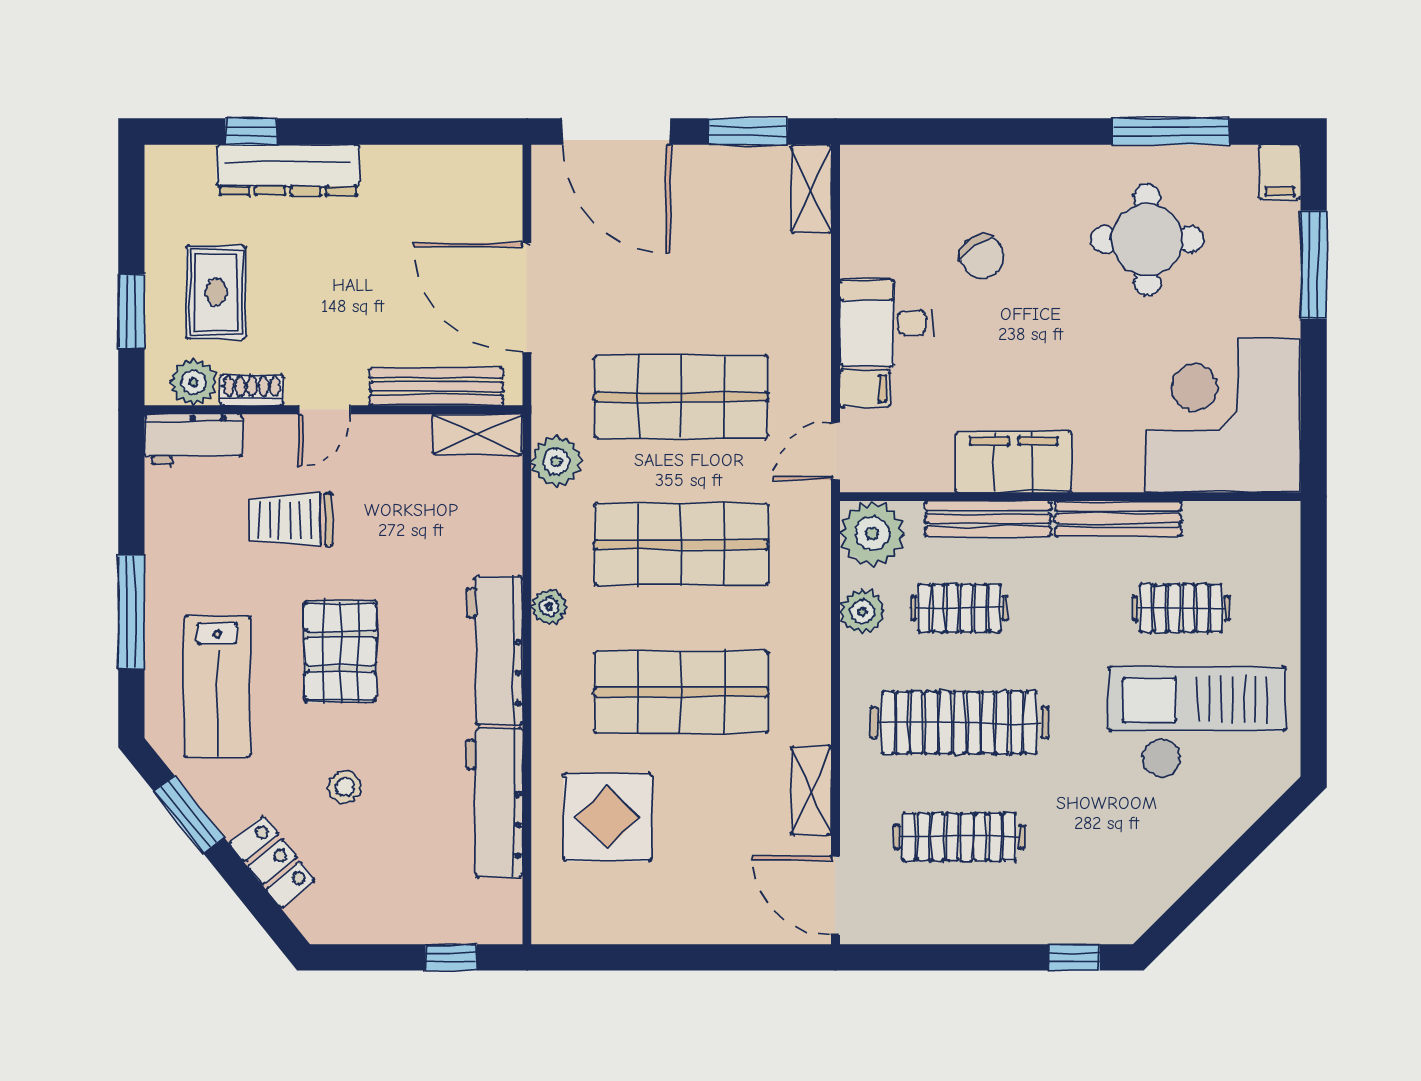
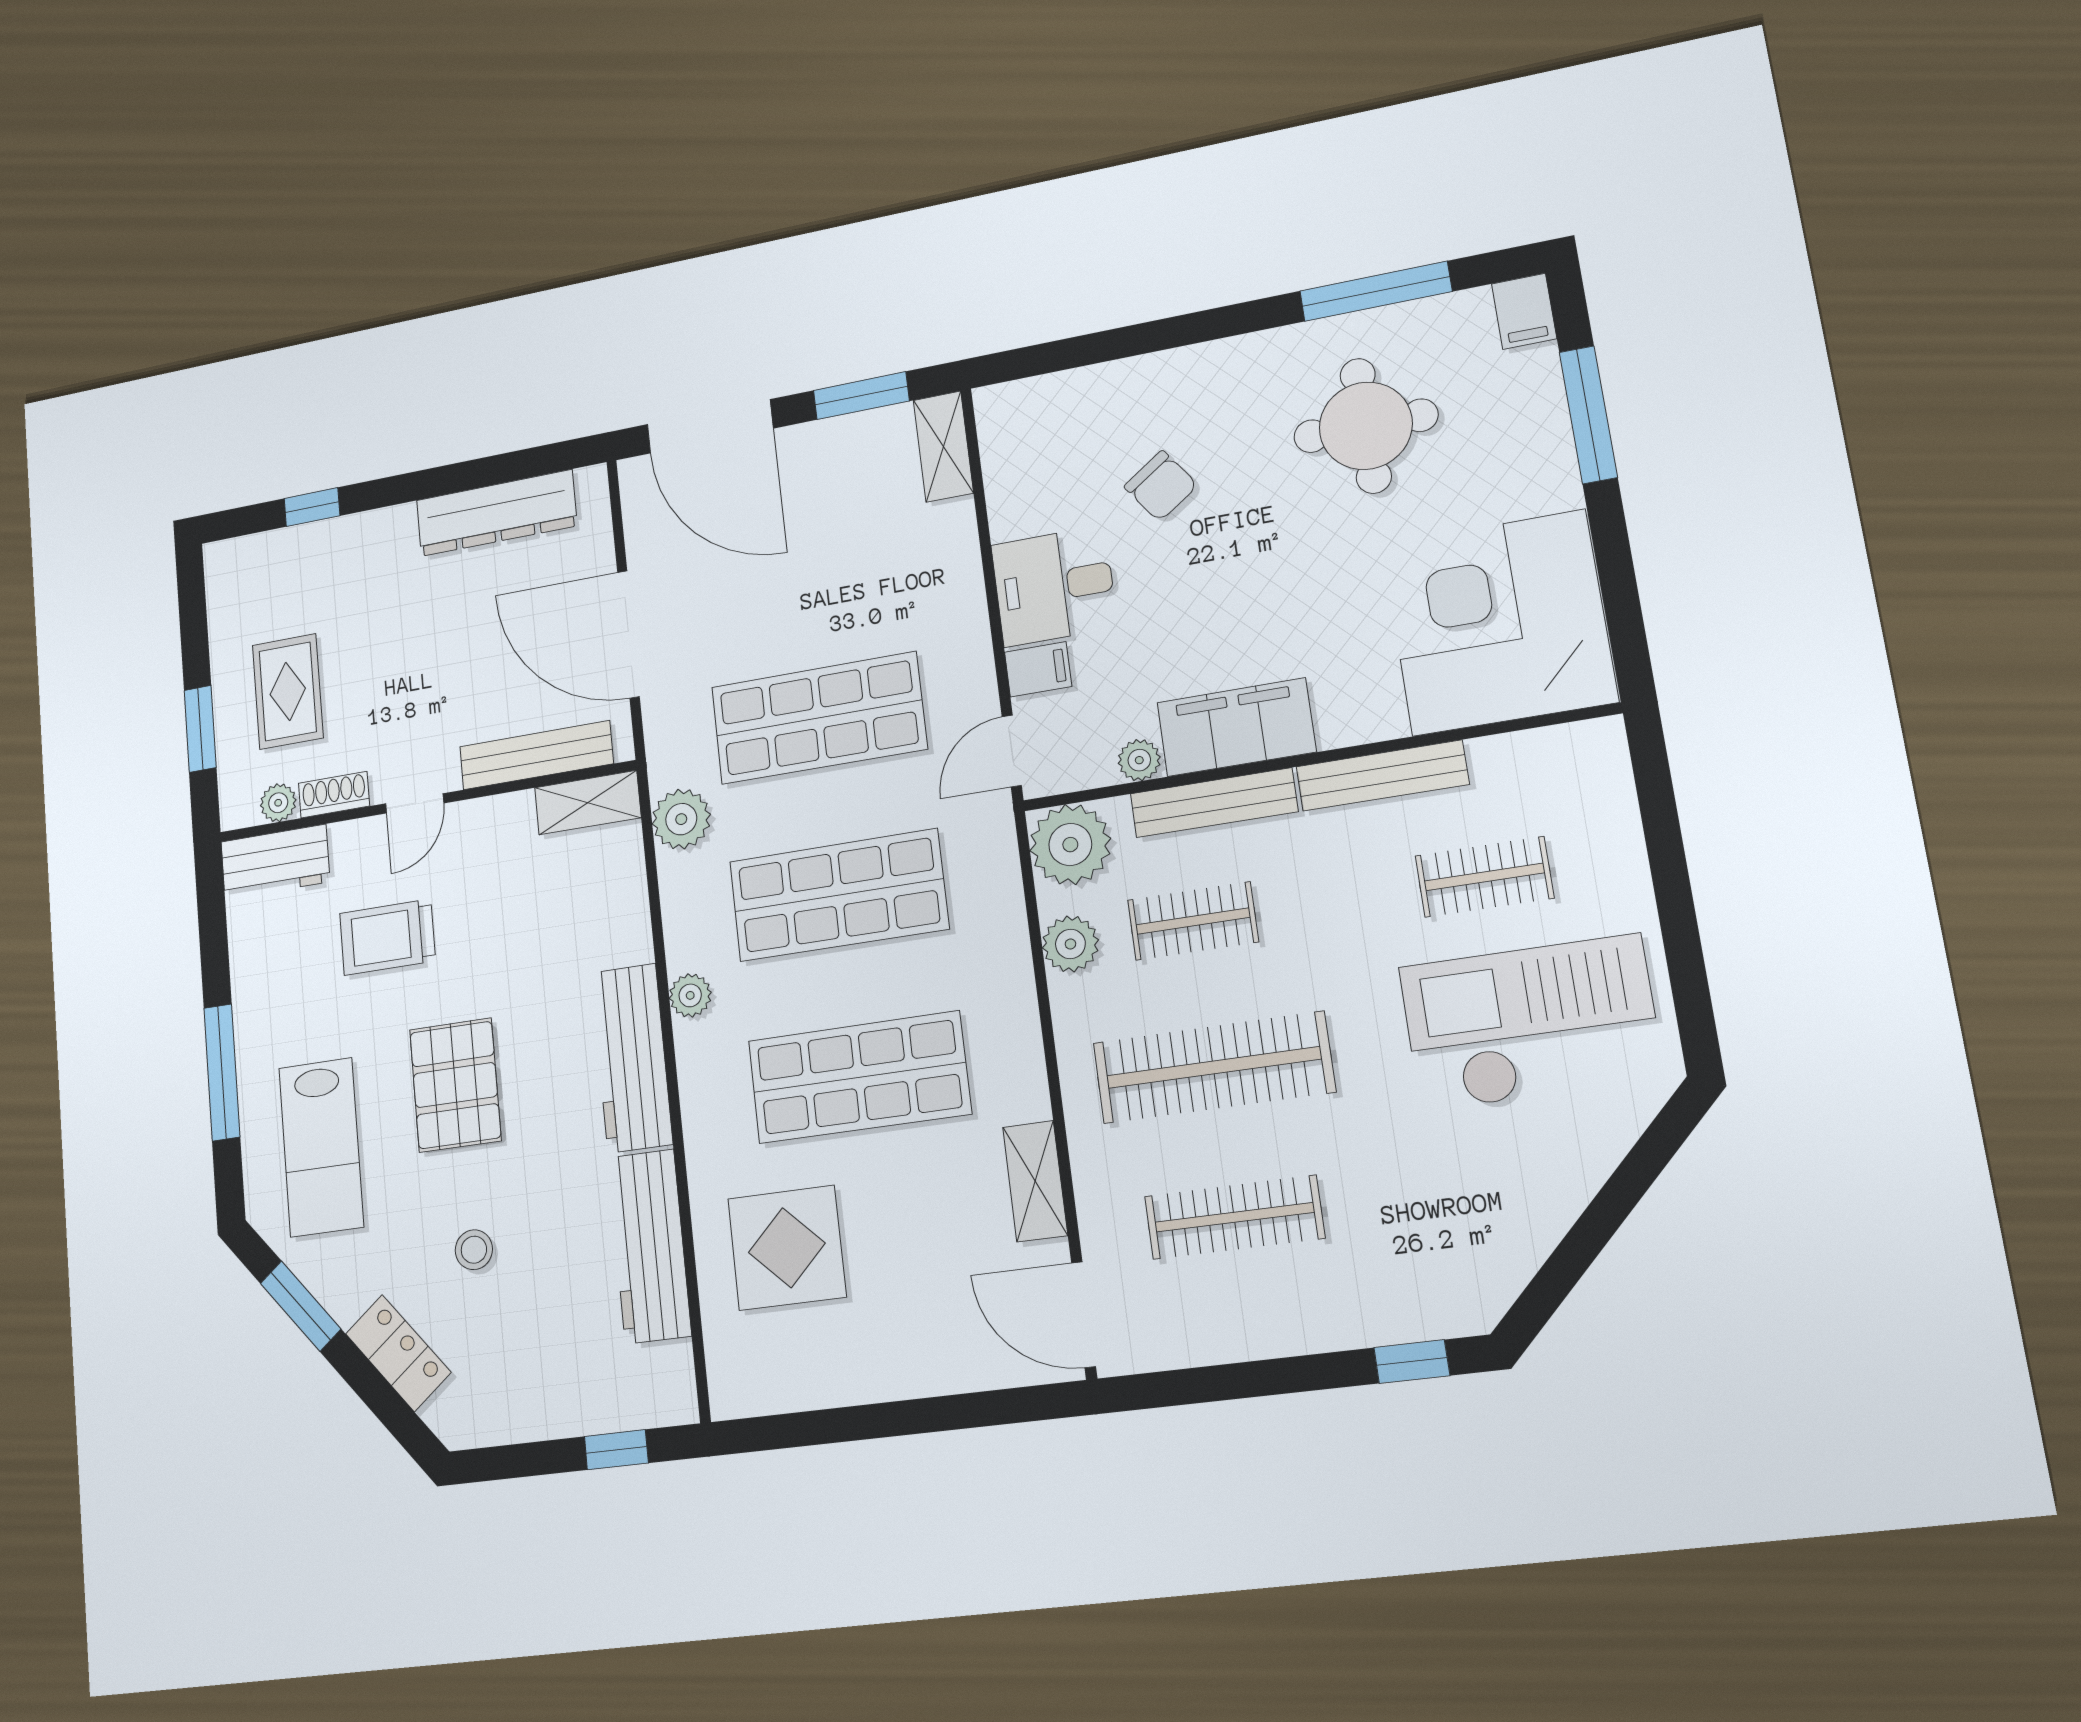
dresser: (288, 170) -> (496, 513), moved
plant: (194, 382) -> (278, 803), width x0.73, depth x0.73
plant: (935, 475) -> (1139, 760), added

